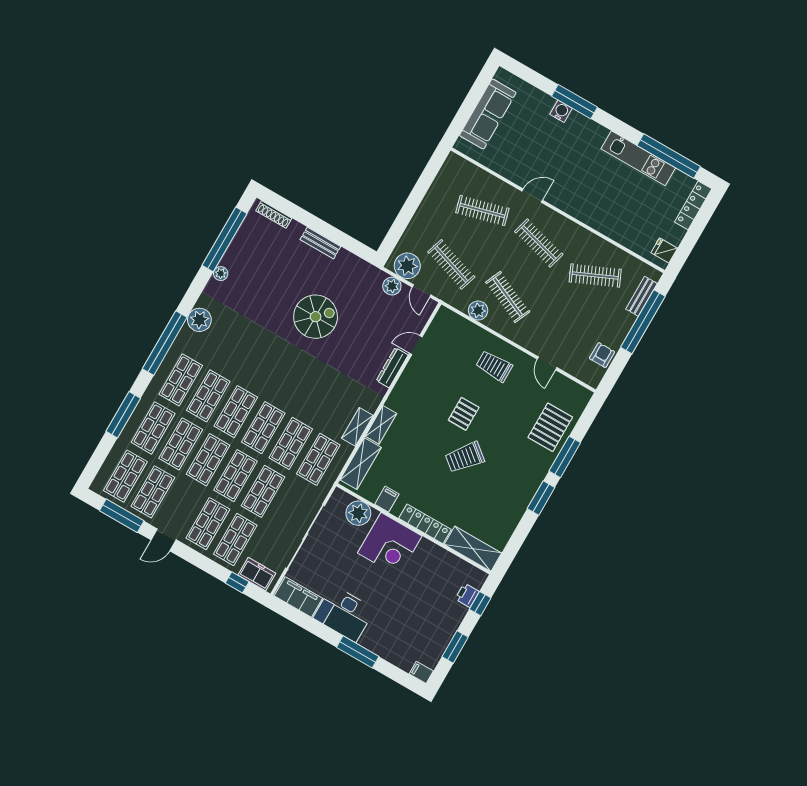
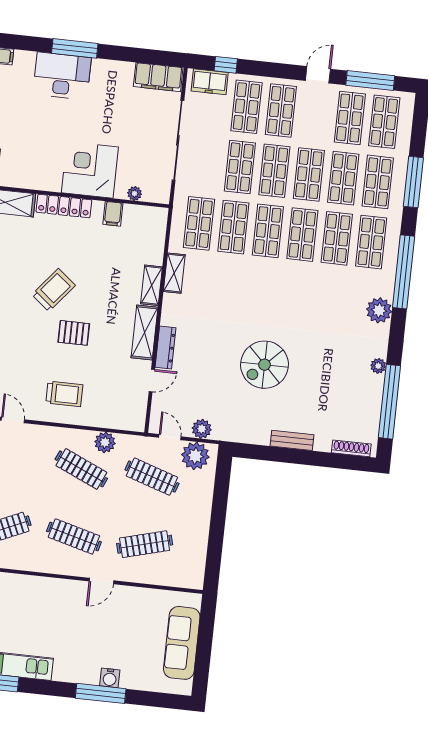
pallet: (464, 414) -> (74, 333), turned 90
shelving: (361, 464) -> (144, 332), moved
plant: (358, 513) -> (135, 193), width x0.53, depth x0.53
desk: (344, 614) -> (62, 76), moved

